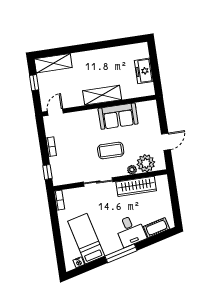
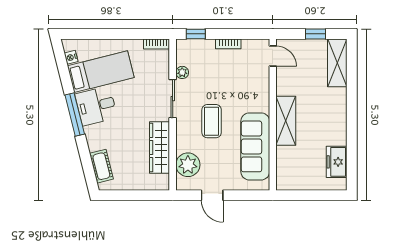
freezer: (144, 71) -> (337, 162), moved, turned -90
sofa: (118, 116) -> (255, 146), width x1.36
plant: (132, 170) -> (182, 72), moved
desk: (130, 231) -> (96, 106), moved

